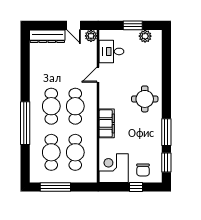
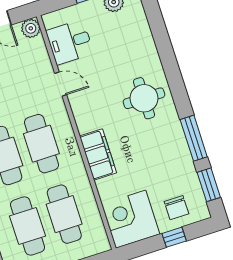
door: (98, 75) -> (61, 84), swing flipped

